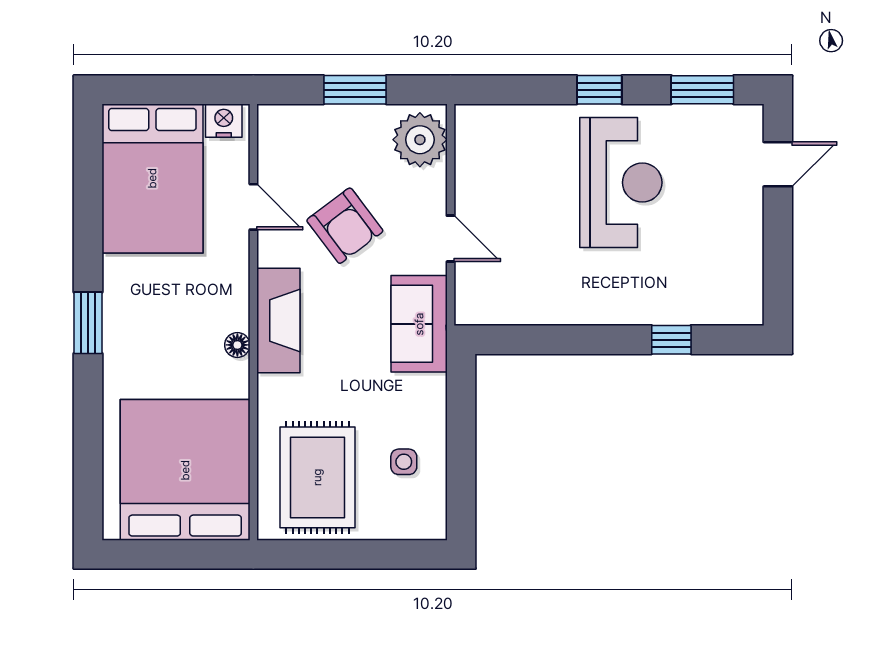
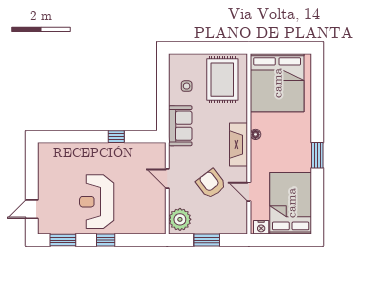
window: (88, 323) -> (317, 155), moved
sofa: (419, 324) -> (180, 126), moved
window: (671, 340) -> (116, 137), moved

